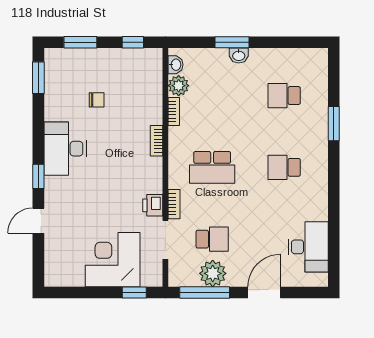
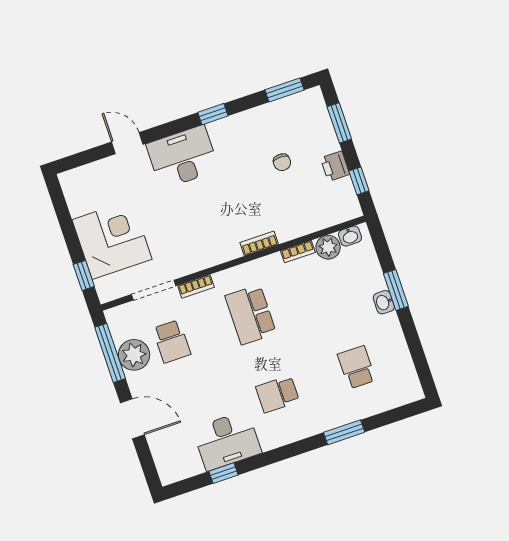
desk: (65, 149) -> (183, 157), moved
school desk: (284, 167) -> (278, 394), turned -90
window: (38, 176) -> (213, 114), moved
printer: (153, 205) -> (335, 166), moved, turned -90
window: (334, 233) -> (223, 473), added
desk: (308, 247) -> (227, 441), moved

